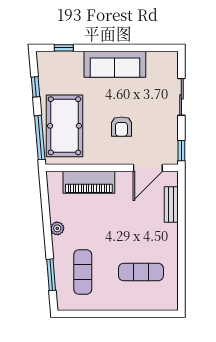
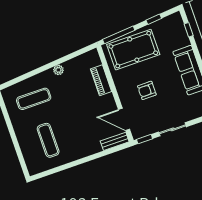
sliding door: (181, 97) -> (172, 129), moved
piano: (89, 182) -> (101, 80), width x0.73, depth x0.75
bench: (171, 205) -> (115, 141), moved
window: (51, 275) -> (24, 77), removed

